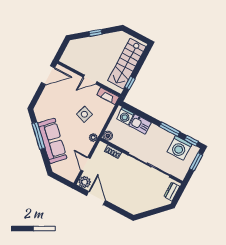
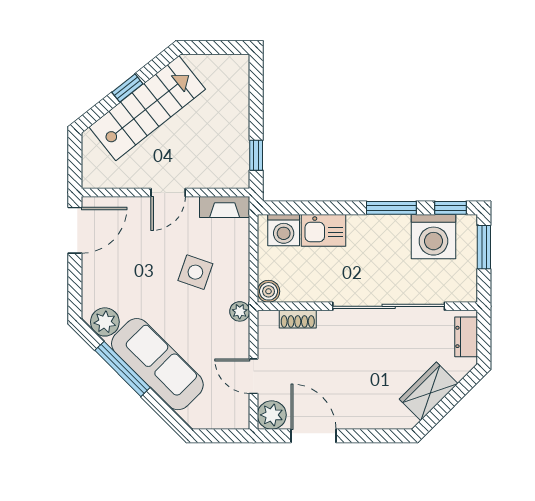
stairs: (127, 64) -> (147, 108), moved, turned -128
plant: (41, 115) -> (105, 322), added
wardrobe: (147, 204) -> (429, 391), added

